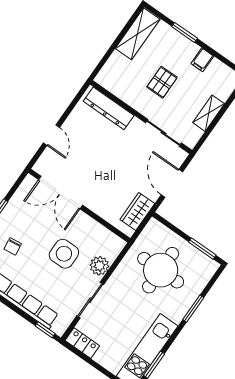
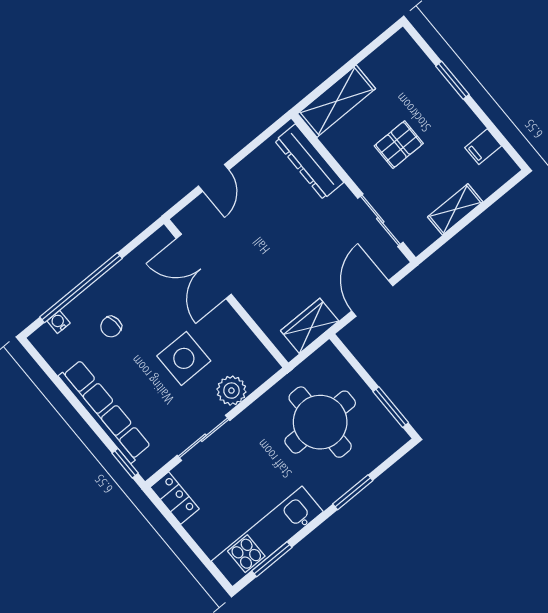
shelving: (138, 34) -> (336, 101), moved
filing cabinet: (202, 60) -> (483, 147), moved

